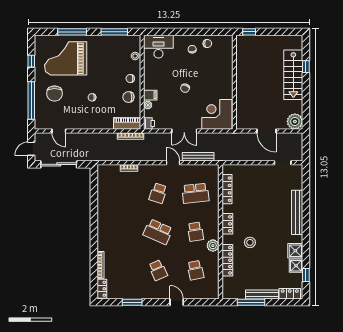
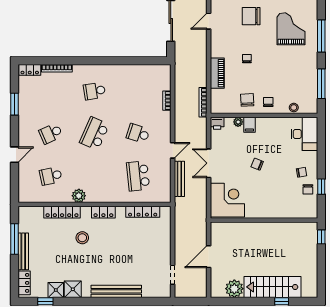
window: (205, 32) -> (321, 187), added
grand piano: (66, 58) -> (291, 29), width x0.73, depth x0.68
plant: (295, 121) -> (234, 289), moved
piano: (127, 123) -> (217, 73), moved
school desk: (195, 232) -> (94, 91), moved

